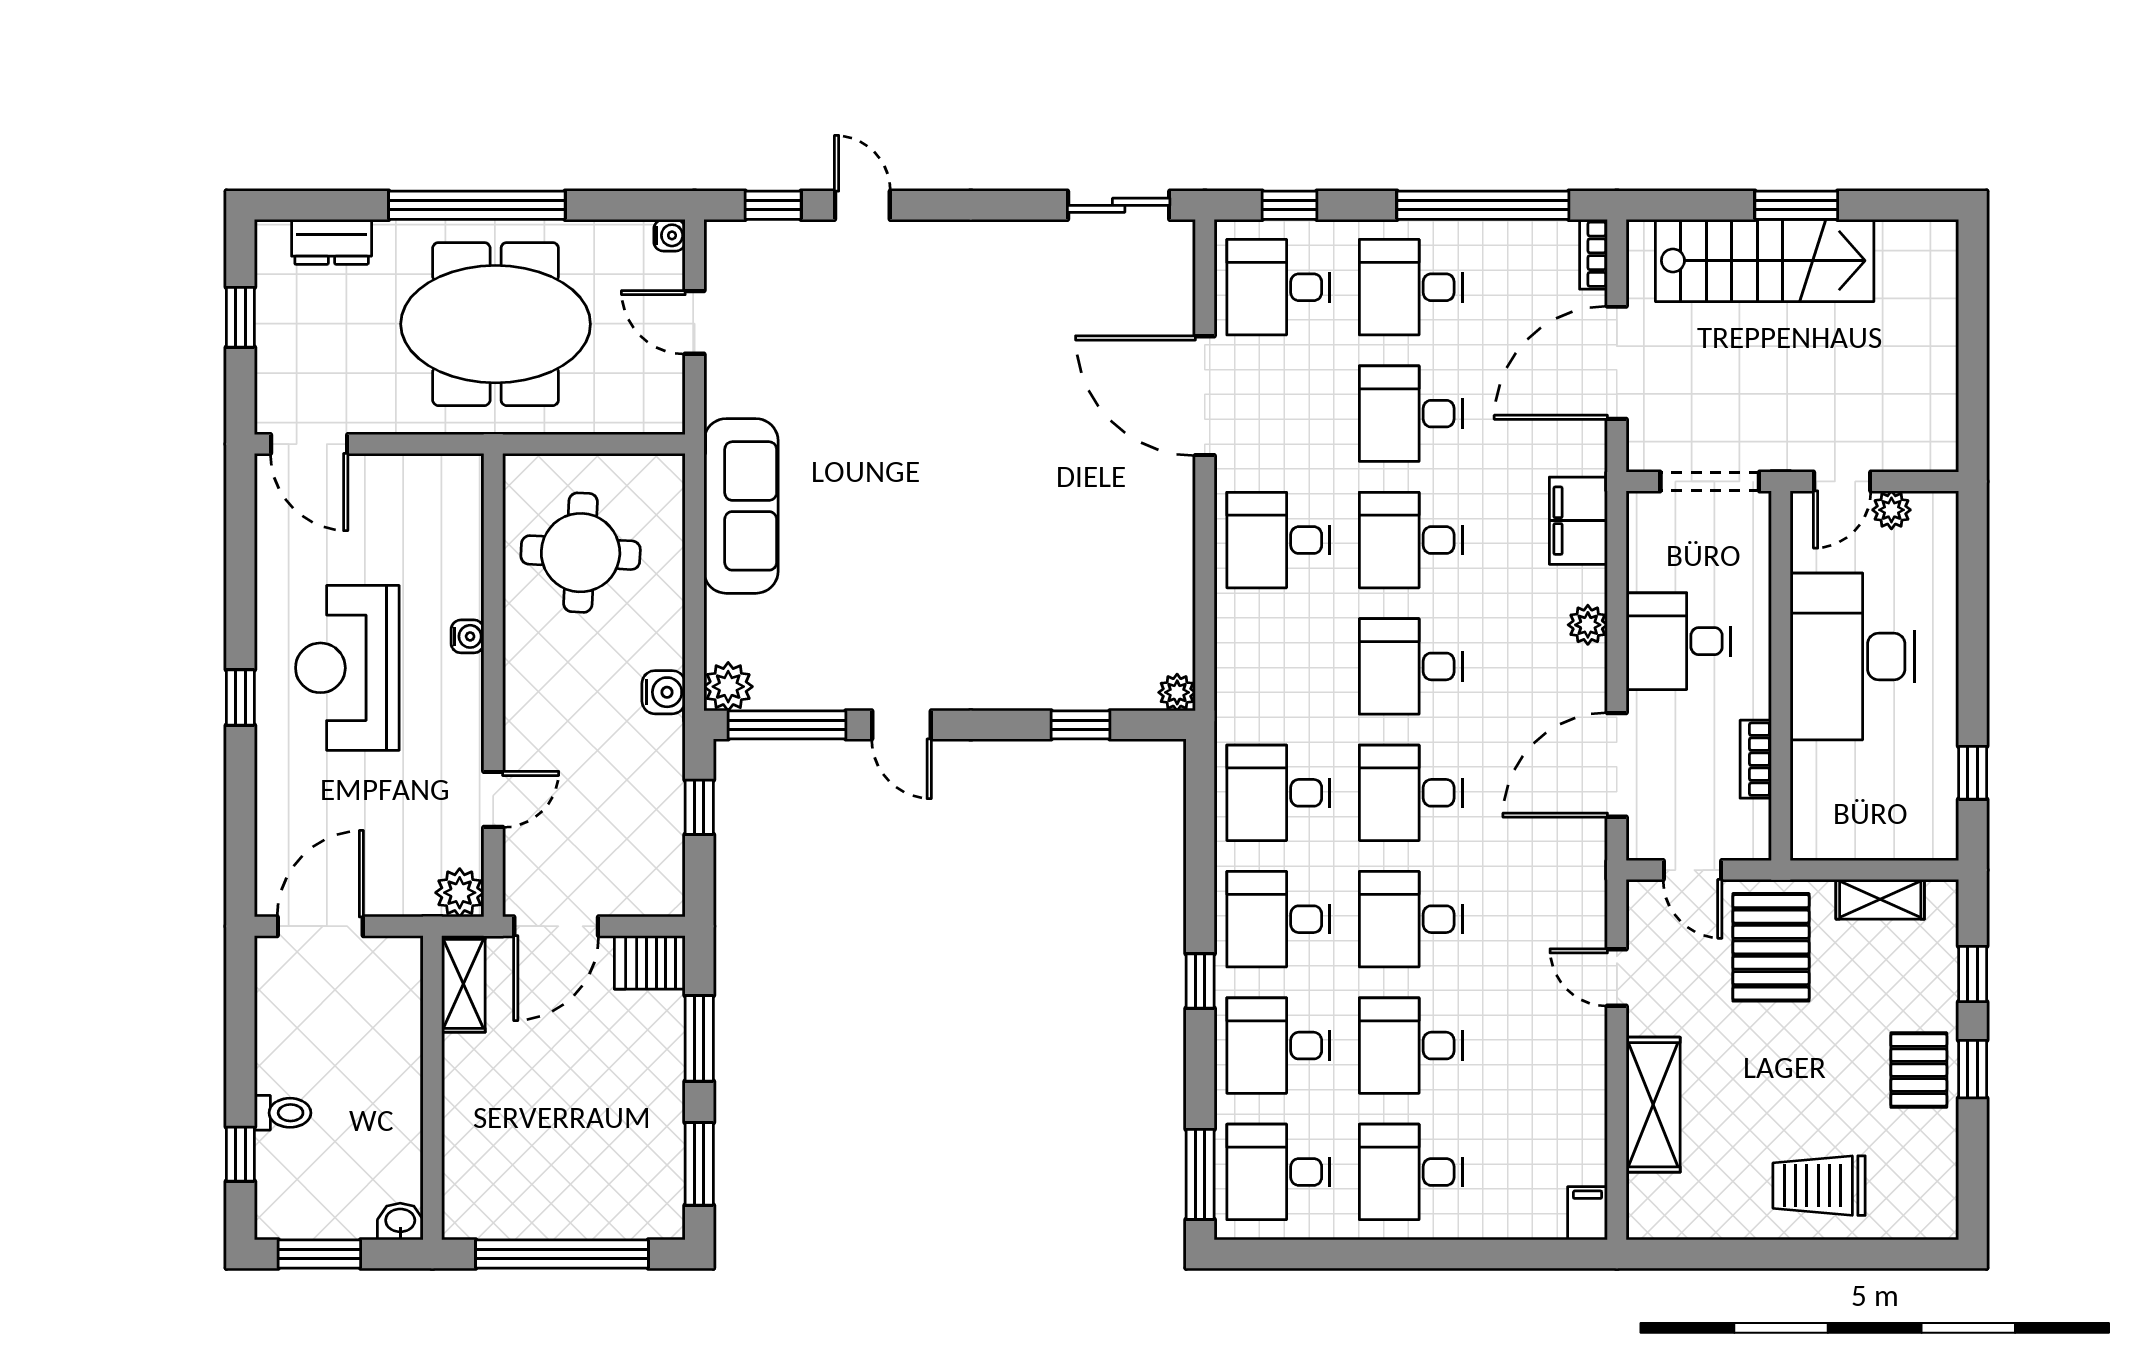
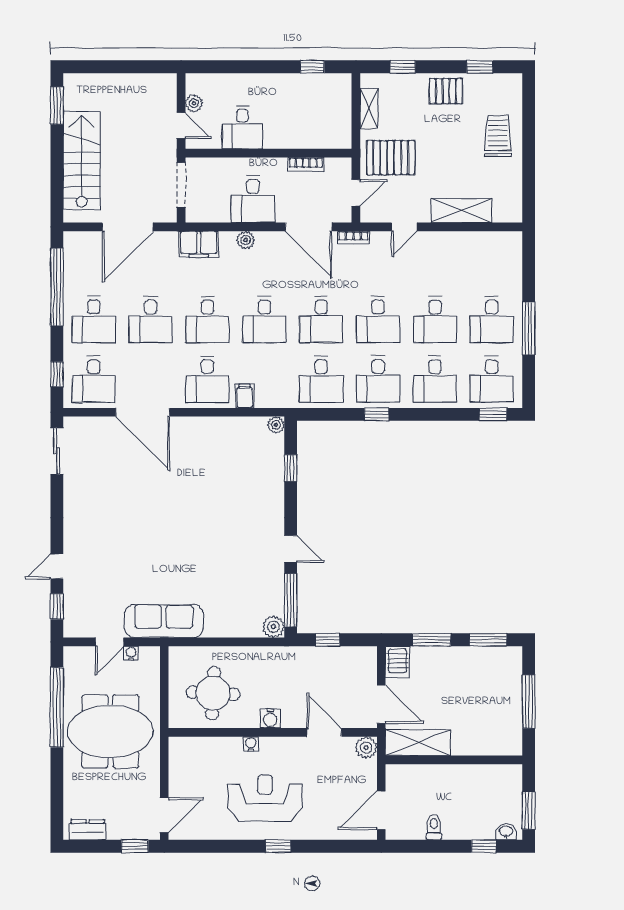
window: (477, 205) -> (57, 707), moved
window: (1796, 205) -> (57, 105), moved
water cooler: (670, 235) -> (131, 653), moved
dresser: (332, 242) -> (88, 830), moved, turned -90
bookcase: (1593, 254) -> (354, 237), moved
window: (240, 317) -> (135, 846), moved
meeting table: (496, 324) -> (110, 731), turned 90
door: (1617, 363) -> (128, 227), hinge flipped
door: (1205, 396) -> (143, 412), hinge flipped
sofa: (741, 506) -> (164, 621), moved
desk: (1853, 656) -> (242, 127), width x0.53, depth x0.77
reception desk: (347, 668) -> (265, 798), turned 180
water cooler: (664, 692) -> (270, 718), moved, turned 180
door: (901, 725) -> (291, 549), hinge flipped
door: (493, 799) -> (324, 732), width x1.38
door: (320, 926) -> (381, 810), hinge flipped
window: (1200, 981) -> (377, 414), moved
shelving: (463, 984) -> (418, 743), width x1.50, depth x1.33
window: (1973, 1069) -> (480, 67), moved
toilet: (283, 1113) -> (434, 827), moved
window: (1200, 1174) -> (493, 414), width x0.67
trolley: (1819, 1186) -> (498, 136), turned 180
filing cabinet: (1588, 1213) -> (245, 396), moved, turned 90
washbasin: (400, 1221) -> (506, 832), moved, turned 90
window: (562, 1254) -> (529, 702), width x0.68
window: (1391, 1254) -> (529, 329), added

